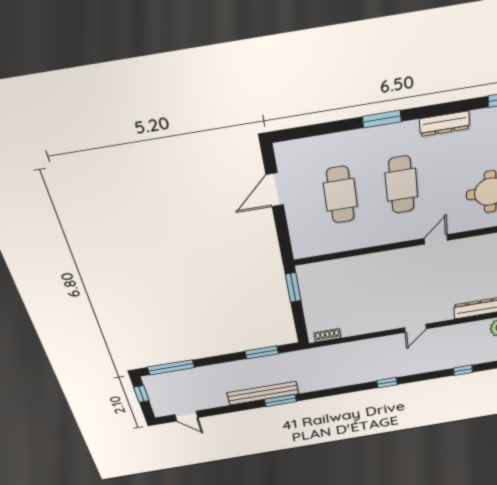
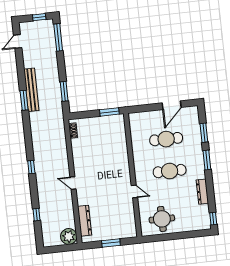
window: (327, 128) -> (204, 133), added
door: (275, 190) -> (172, 105), swing flipped

